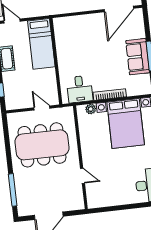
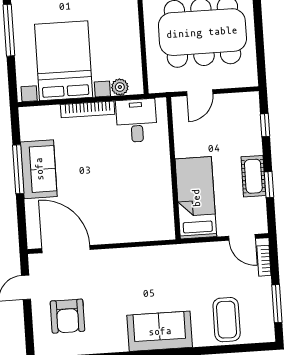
door: (119, 9) -> (66, 249), hinge flipped
door: (42, 108) -> (200, 93), hinge flipped

